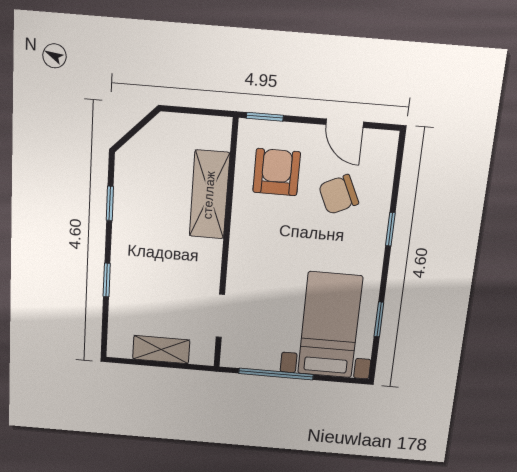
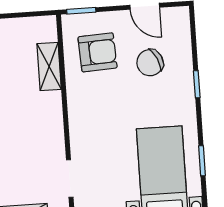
armchair: (277, 172) -> (98, 52), turned 87
shelving: (209, 195) -> (49, 66), width x0.67, depth x0.75

